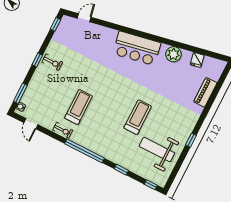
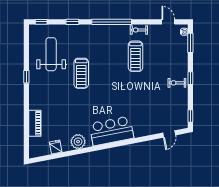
weight bench: (157, 150) -> (51, 54), turned -90

